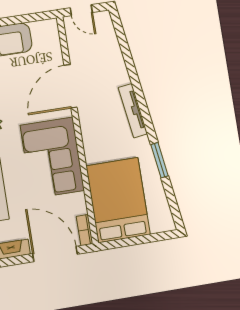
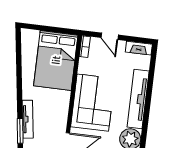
window: (159, 160) -> (20, 131), moved
door: (55, 254) -> (110, 36), width x0.53

